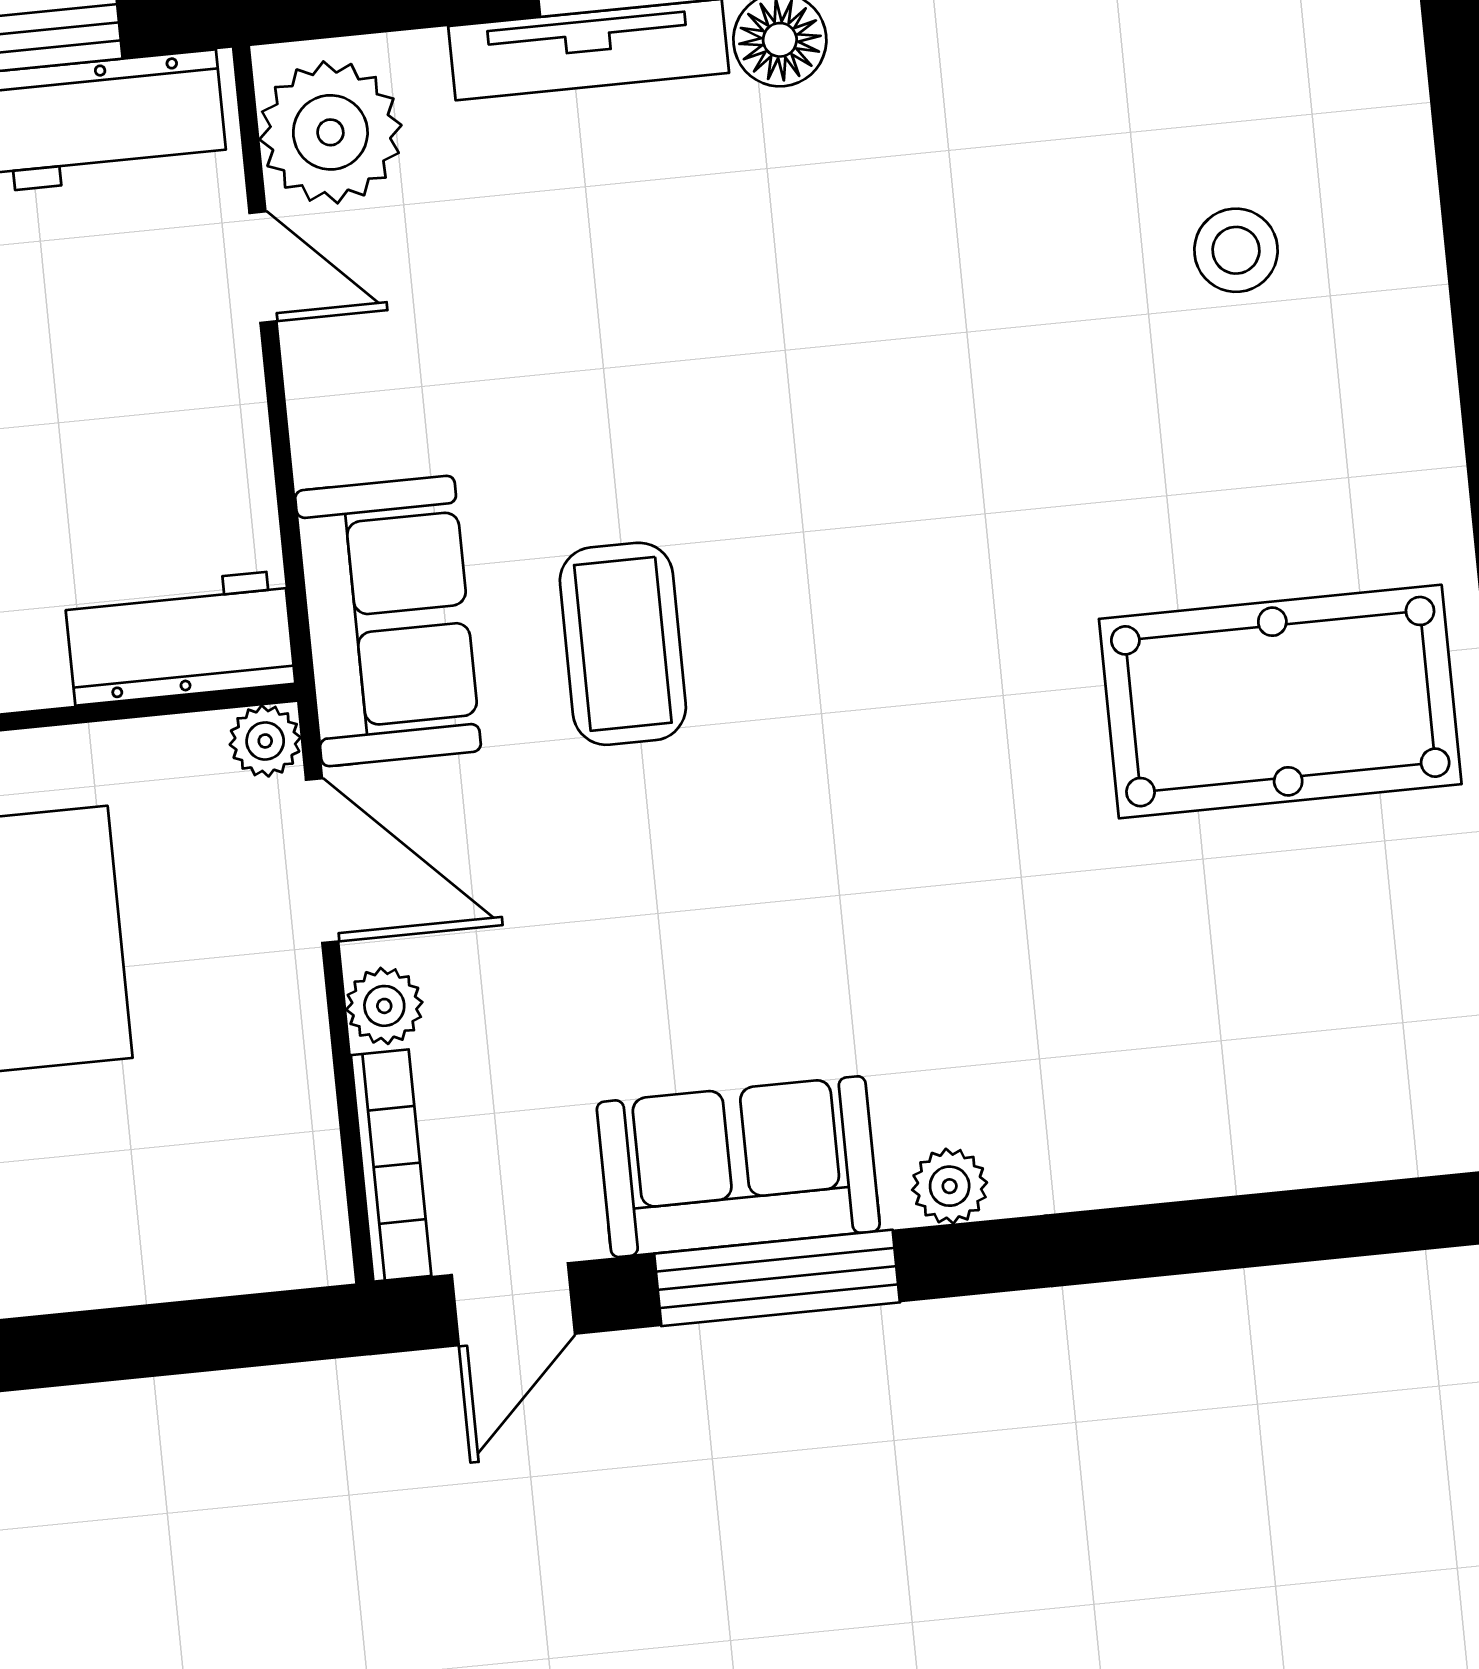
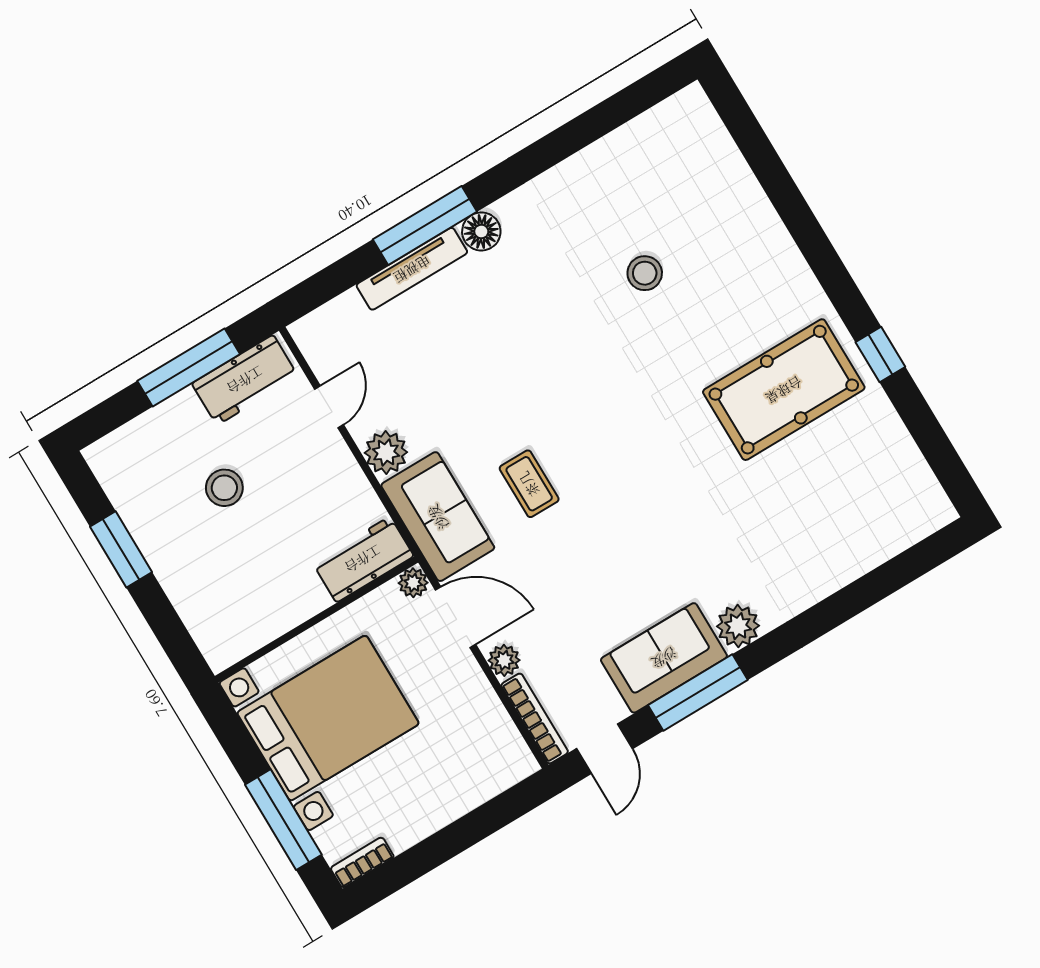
plant: (330, 132) -> (386, 452), moved, width x0.73, depth x0.73
stool: (1236, 250) -> (645, 273), moved
door: (263, 267) -> (329, 407), hinge flipped
coffee table: (623, 644) -> (529, 484), width x0.73, depth x0.77
plant: (950, 1186) -> (738, 626), width x1.38, depth x1.38

